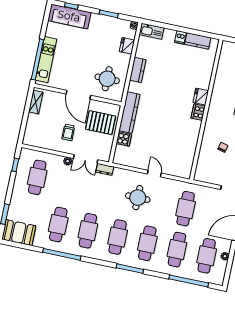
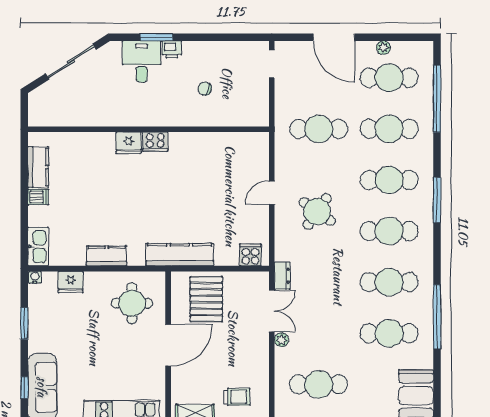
trolley: (68, 132) -> (237, 397), moved
cooker: (124, 139) -> (250, 255), moved
round table: (138, 198) -> (317, 212), turned 35

